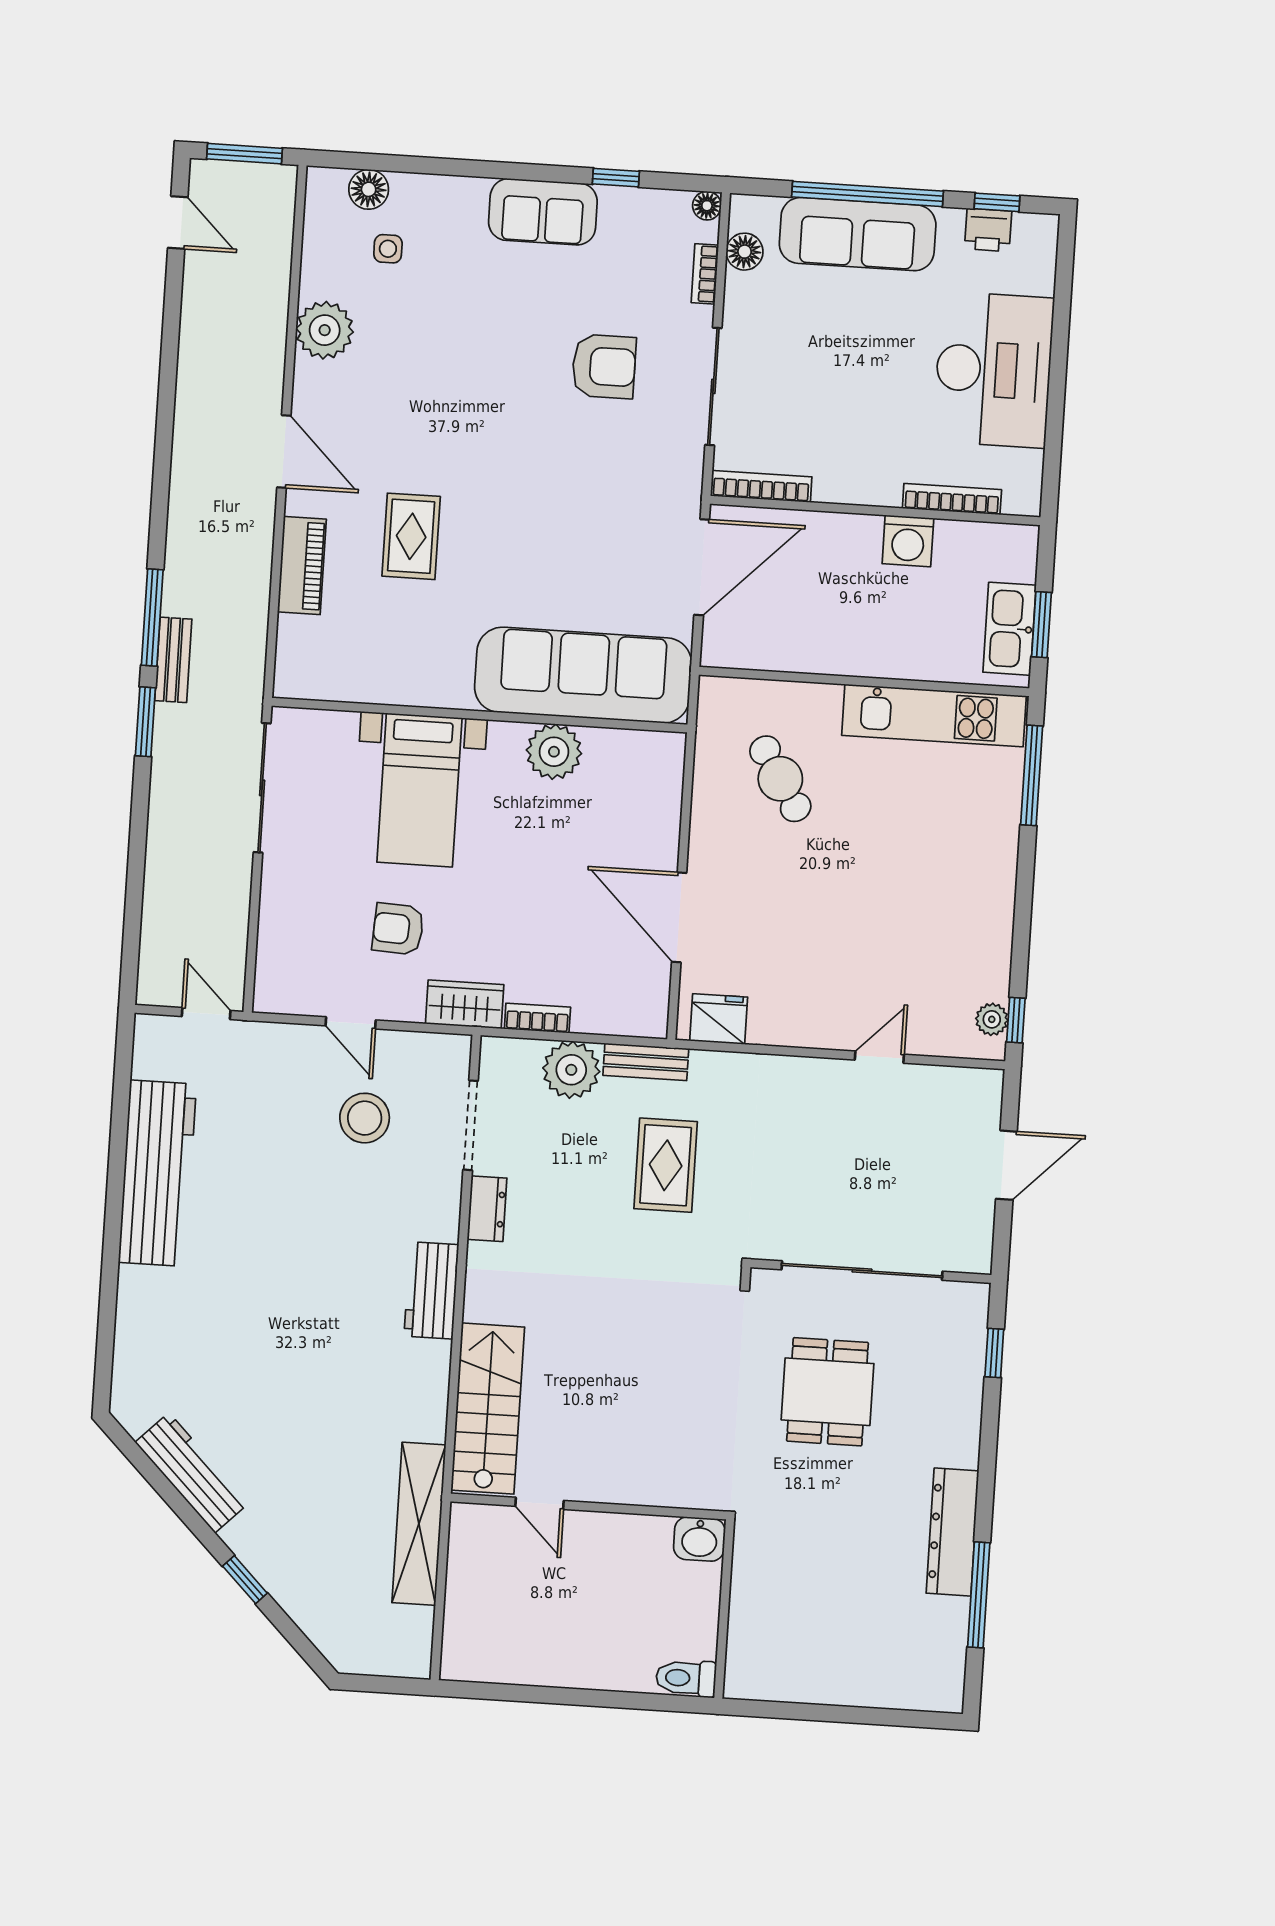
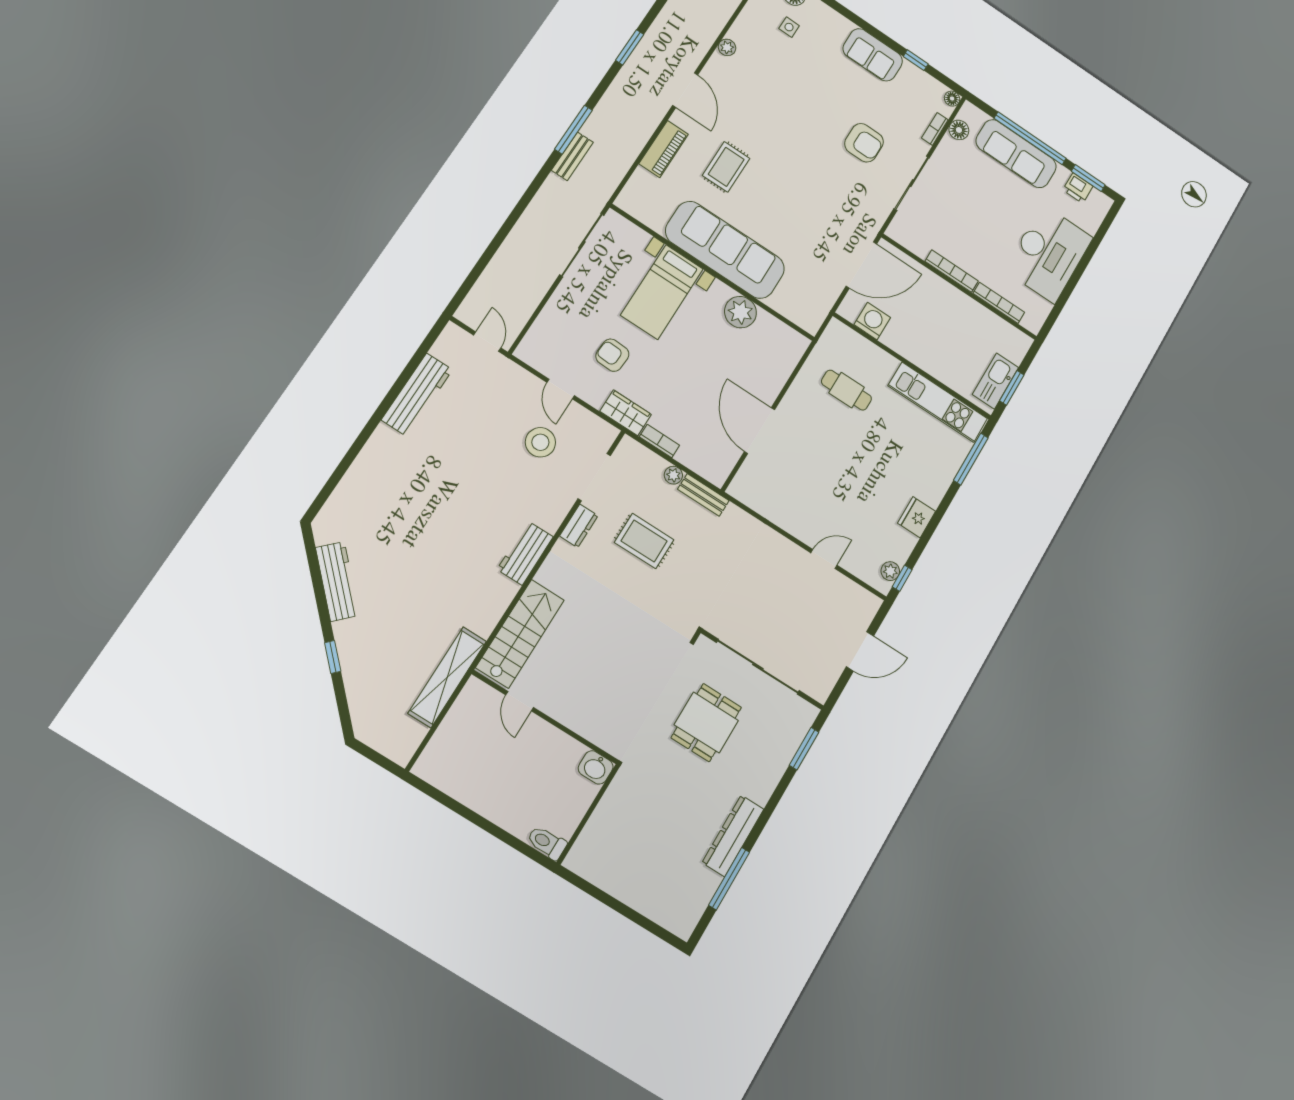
window: (997, 202) -> (1088, 178), width x1.50
plant: (325, 330) -> (727, 47), width x0.53, depth x0.53
bookcase: (761, 486) -> (952, 271), moved
washing machine: (908, 541) -> (872, 321), moved, turned 180
sofa: (583, 675) -> (725, 250), moved
window: (145, 722) -> (630, 47), moved
cafe table: (780, 779) -> (846, 390), turned -58
fridge: (719, 1019) -> (917, 517), moved, turned -90
plant: (571, 1070) -> (673, 475), width x0.53, depth x0.53
rug: (666, 1165) -> (644, 541), moved, turned 90
workbench: (157, 1173) -> (417, 395), width x0.73, depth x0.76
window: (994, 1353) -> (804, 749), width x1.50

